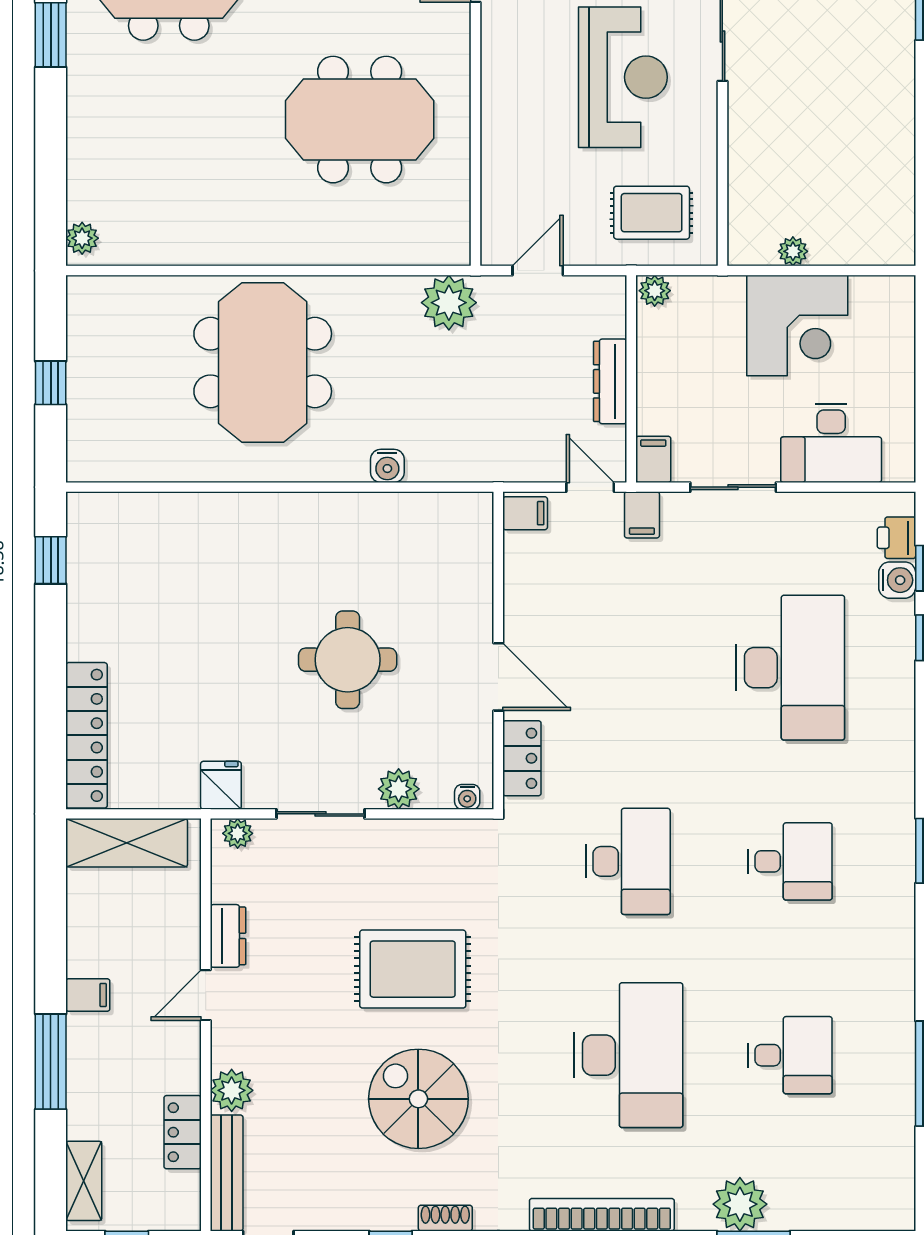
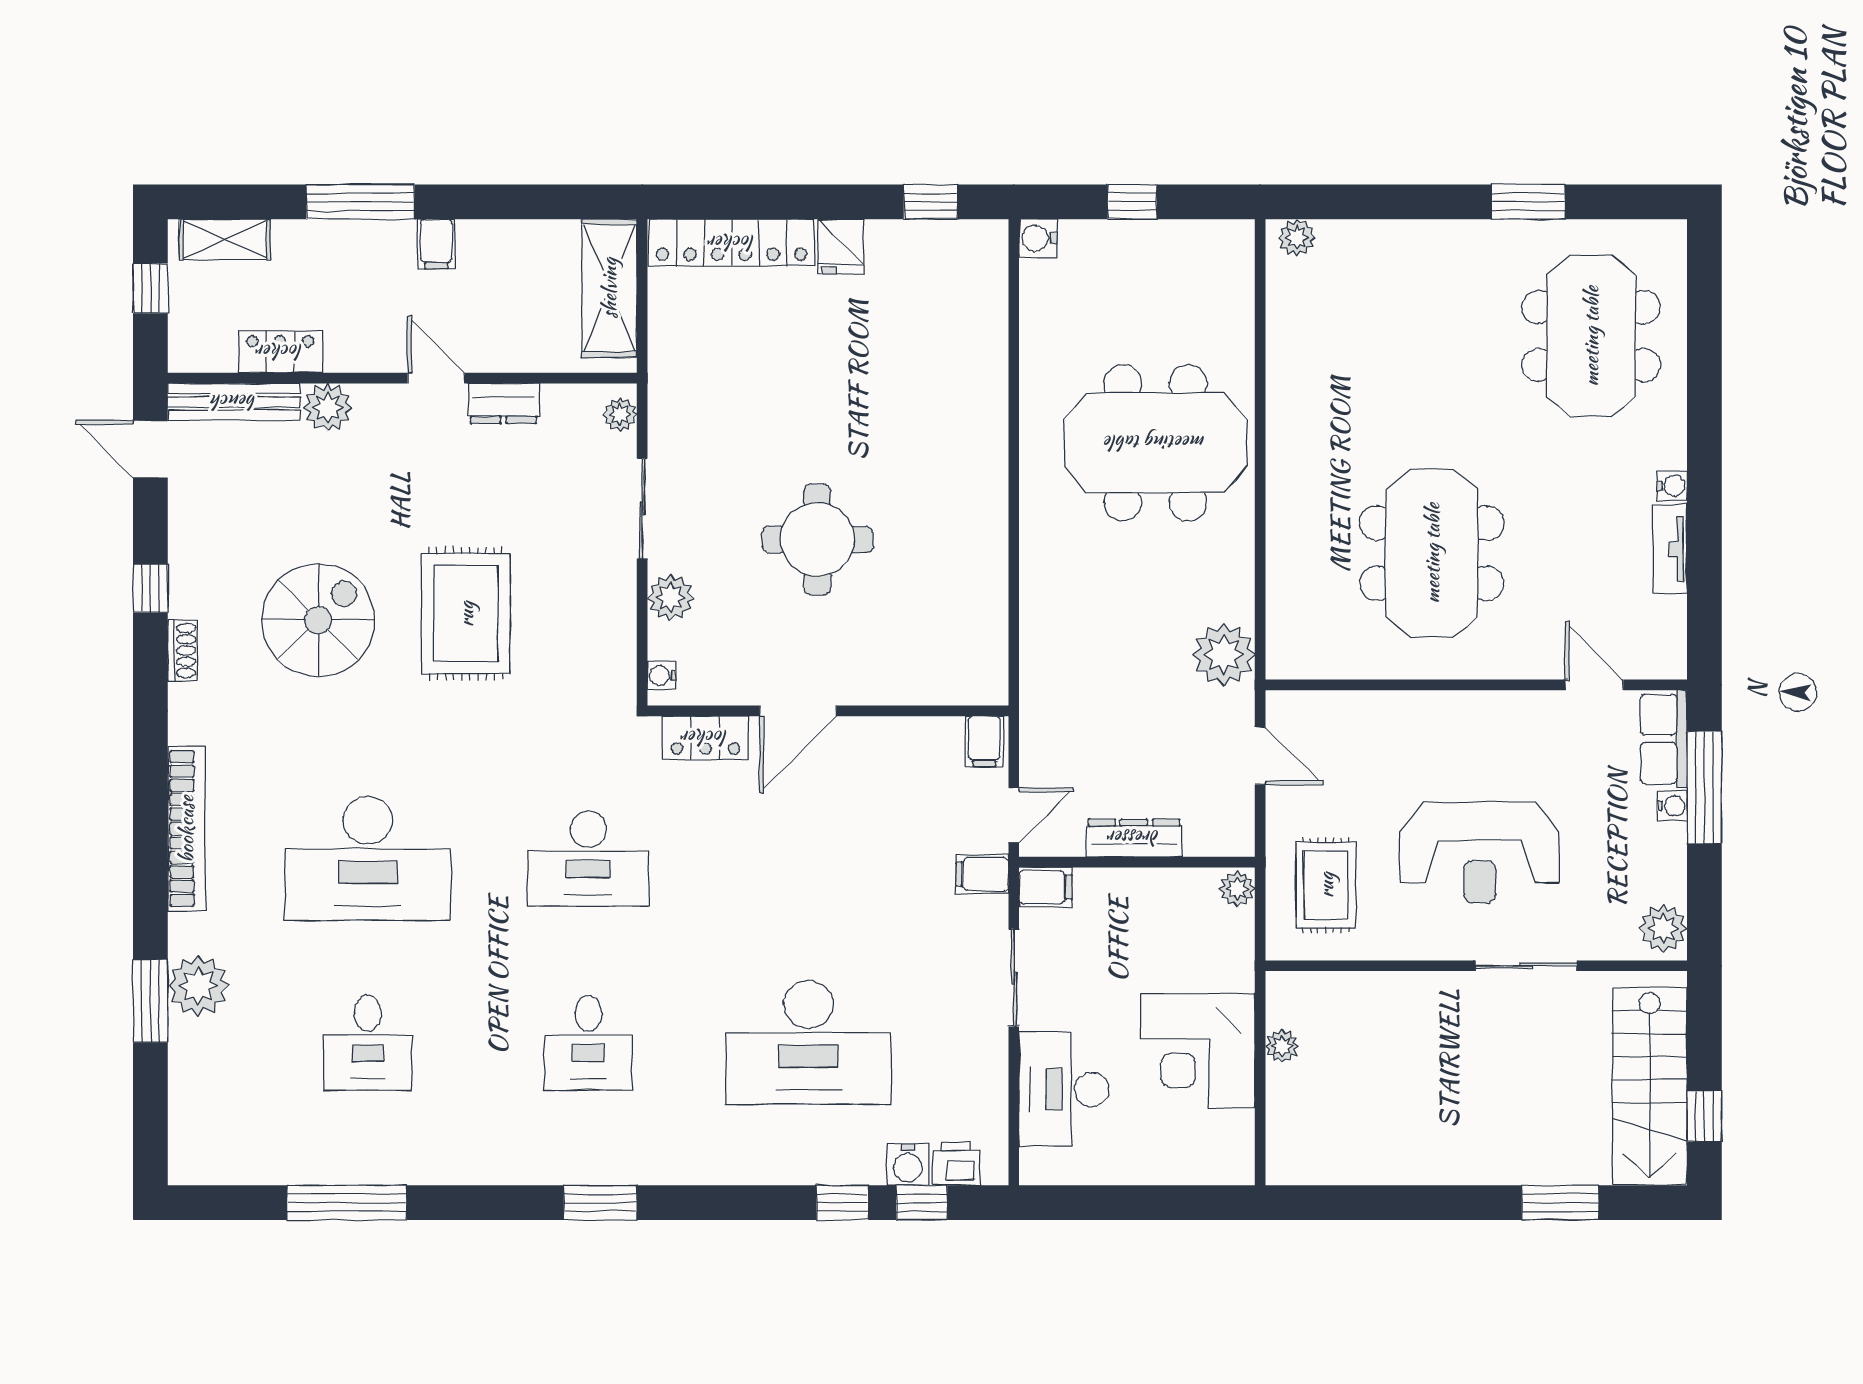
water cooler: (387, 466) -> (1038, 238), moved
fridge: (221, 785) -> (841, 246), moved, turned 90

